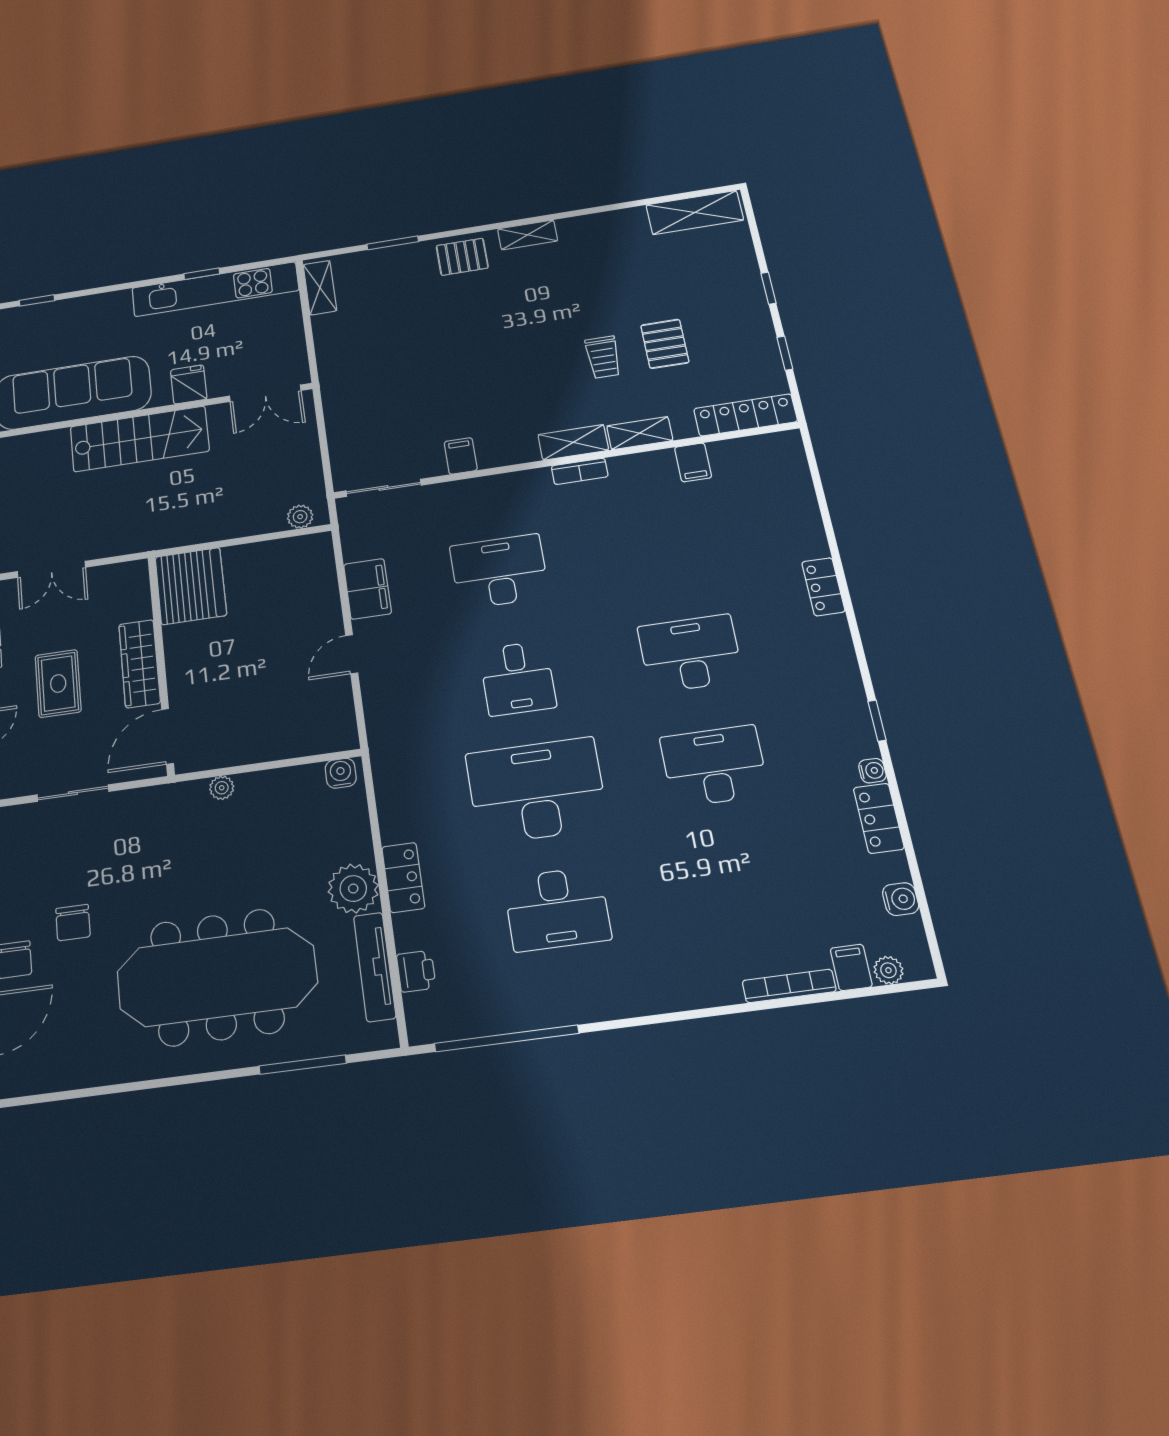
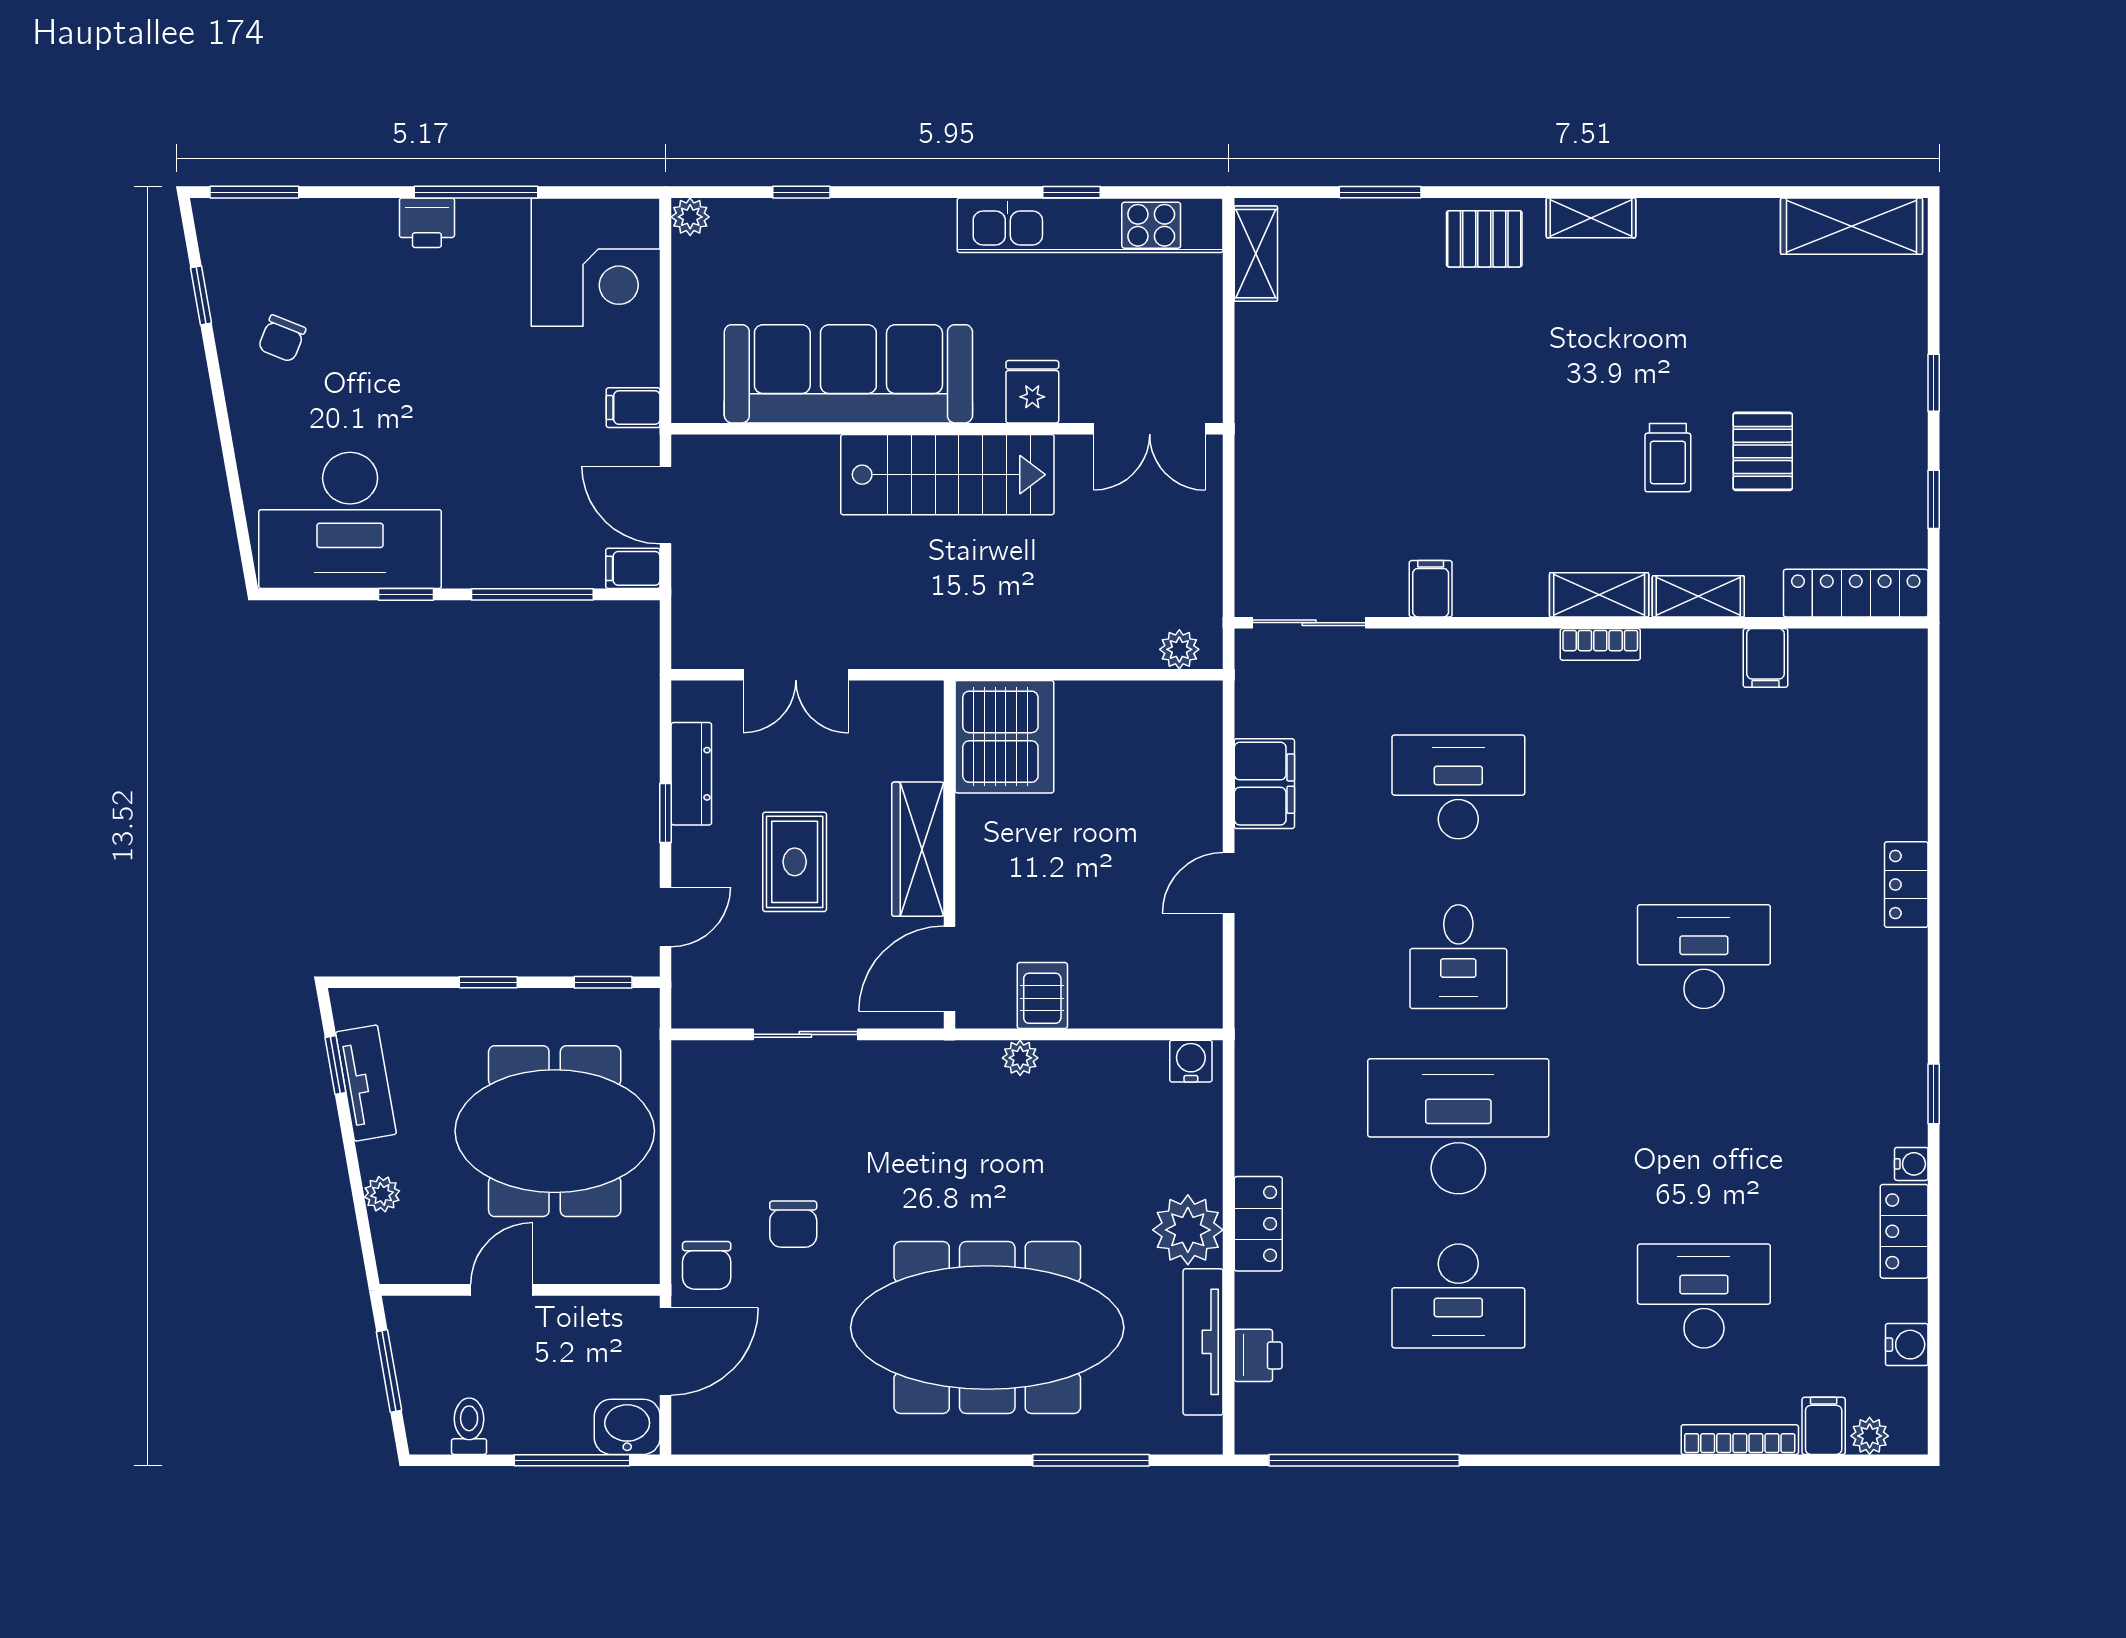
server rack: (233, 745) -> (1042, 996), added
desk: (714, 766) -> (1704, 1296), moved

